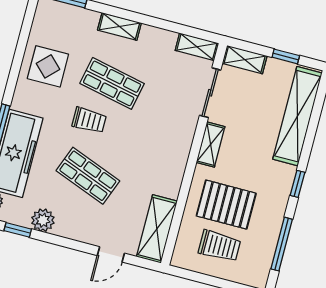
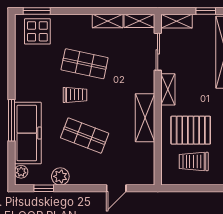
shelving: (119, 26) -> (108, 21), moved
display table: (48, 66) -> (37, 31), moved
shelving: (157, 229) -> (145, 118), moved
trolley: (219, 246) -> (194, 161), turned 180

